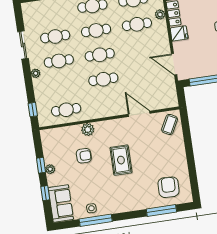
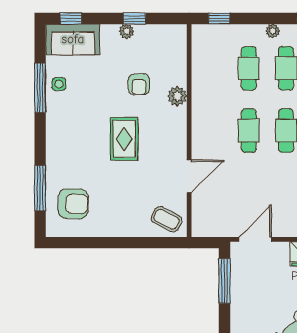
cafe table: (66, 110) -> (249, 68), moved
rug: (121, 160) -> (124, 139), turned 90
window: (45, 193) -> (71, 18), moved

